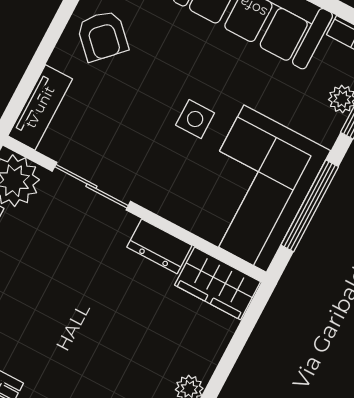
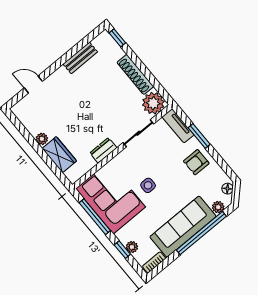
armchair: (102, 36) -> (196, 162), turned -45
window: (43, 53) -> (199, 136), added
wardrobe: (218, 283) -> (59, 155), moved, turned 90

